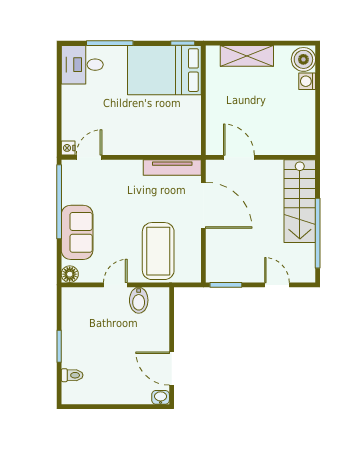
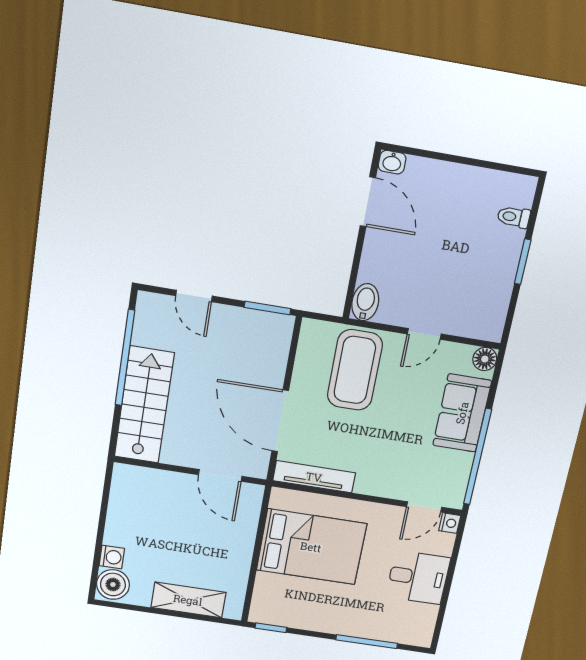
desk: (82, 65) -> (418, 577), moved
bed: (164, 70) -> (311, 547), moved
bidet: (139, 300) -> (365, 302), moved

